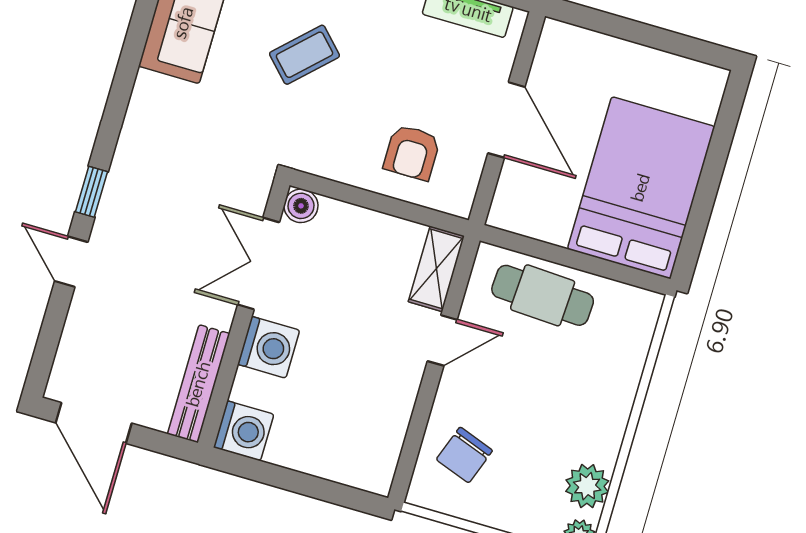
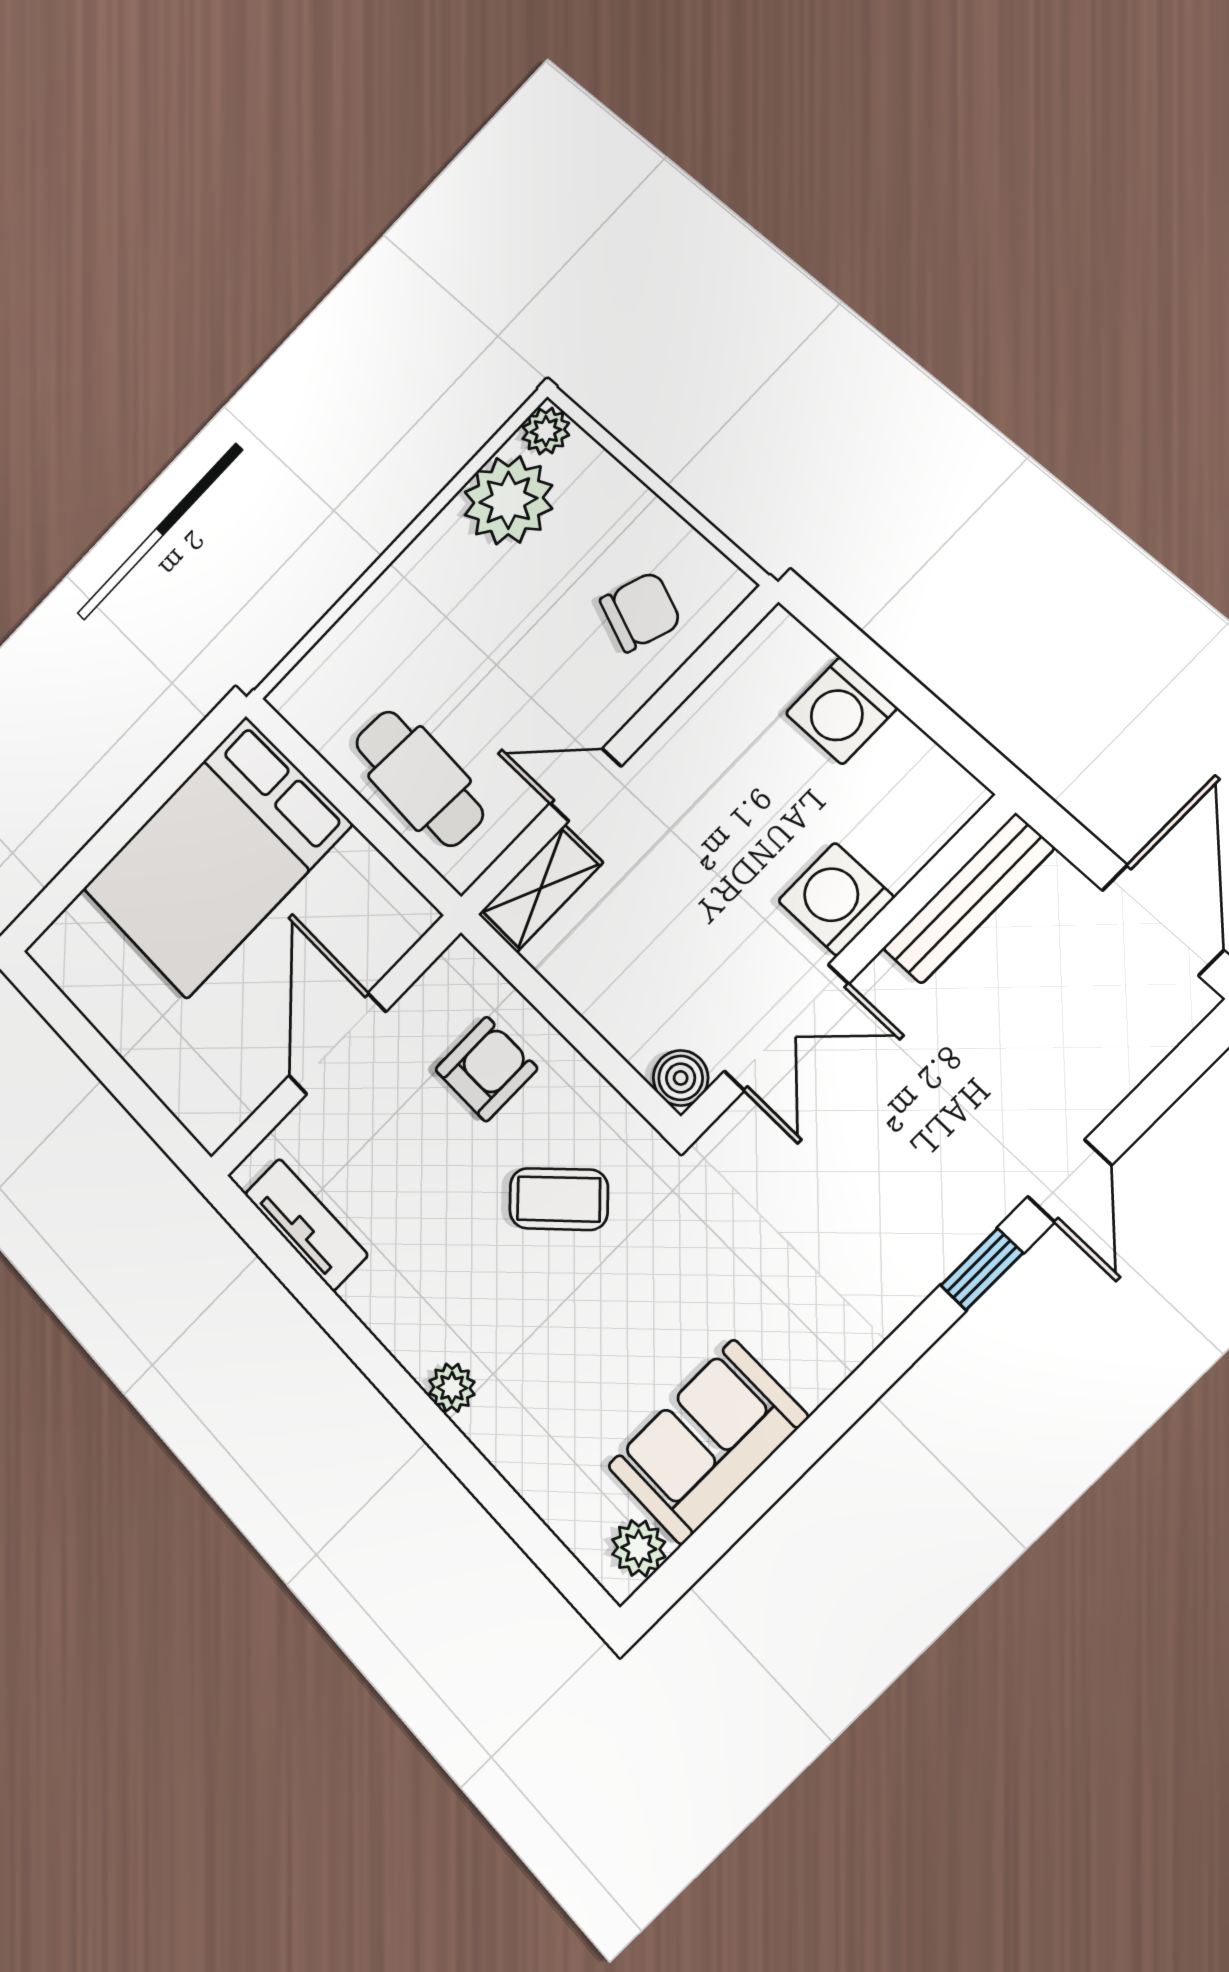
coffee table: (305, 55) -> (559, 1199), moved
washing machine: (244, 431) -> (841, 711), moved, turned -90
plant: (587, 486) -> (508, 500), width x1.36, depth x1.36

